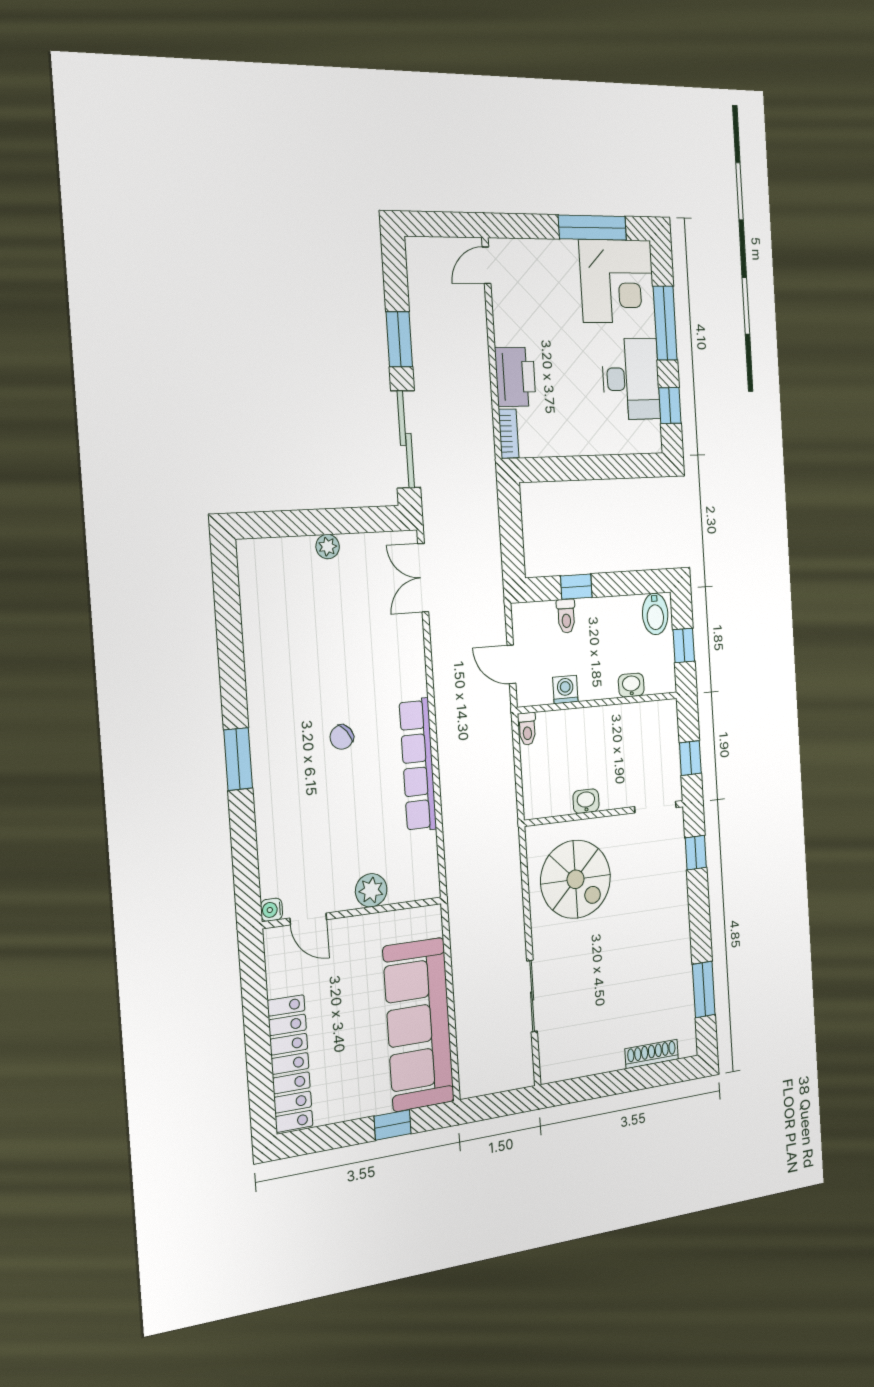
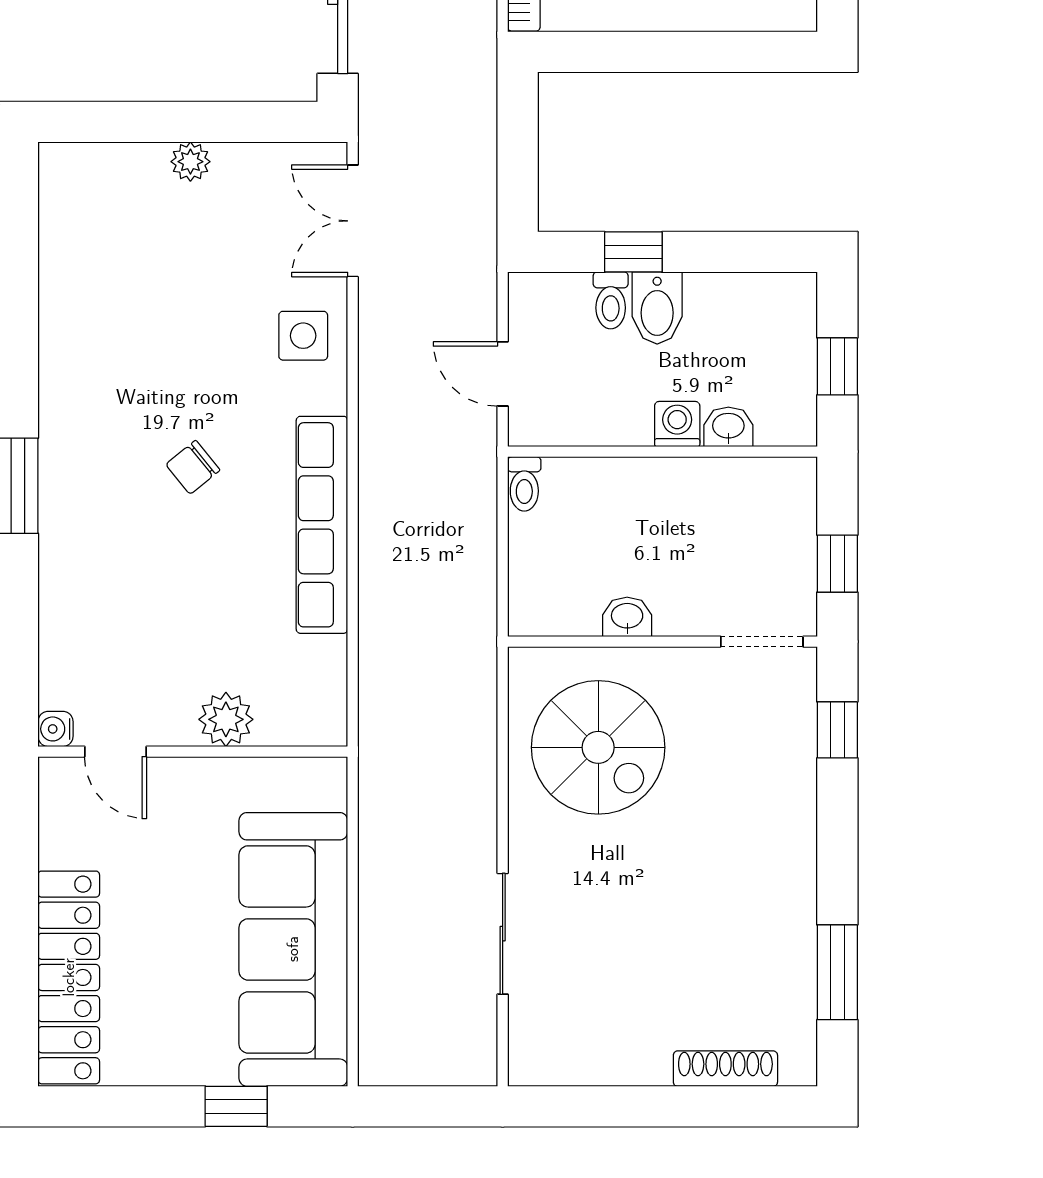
bidet: (655, 614) -> (657, 308), moved
side table: (400, 650) -> (303, 336), added
washing machine: (565, 690) -> (677, 424), moved

